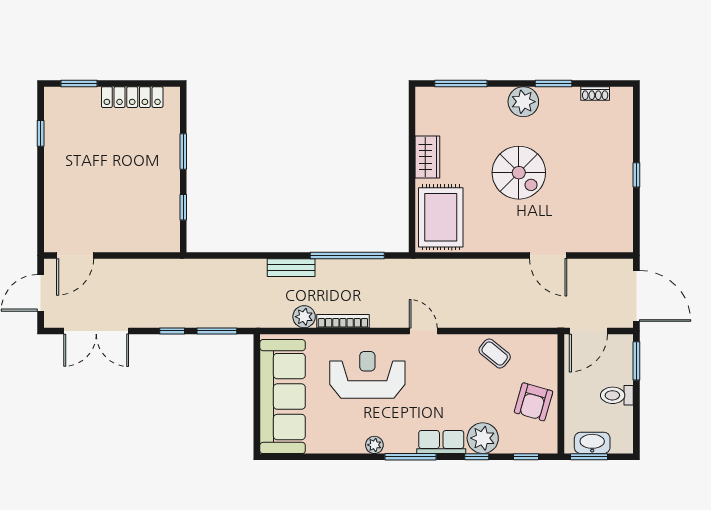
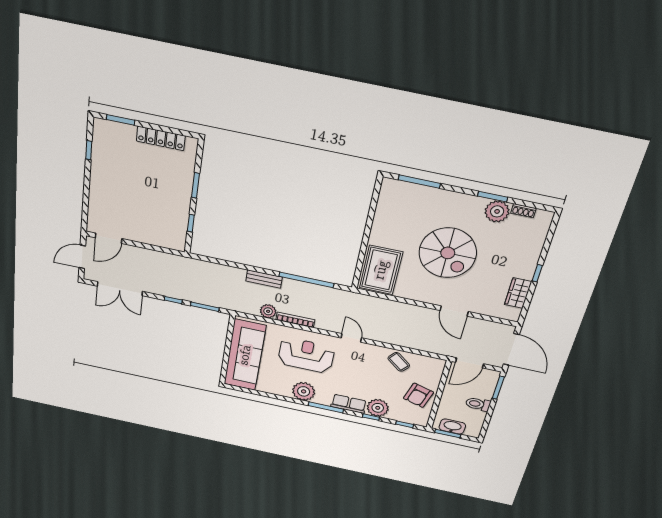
plant: (523, 102) -> (497, 211), moved
wardrobe: (427, 157) -> (518, 293), moved, turned 180
spiral stairs: (519, 173) -> (448, 253), width x1.37, depth x1.37
plant: (374, 445) -> (304, 391), width x1.87, depth x1.87

